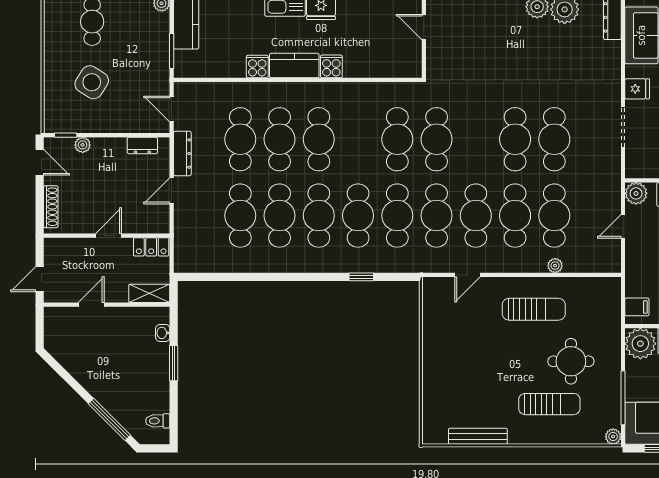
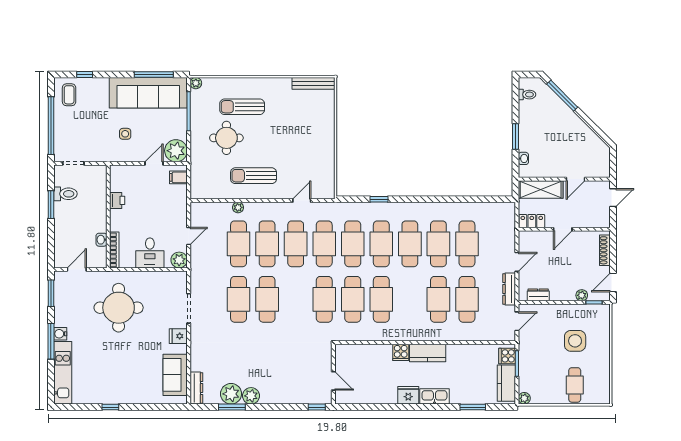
cooker: (257, 66) -> (507, 356), moved, turned 90
side table: (92, 82) -> (575, 341), turned -32
door: (172, 109) -> (517, 321), hinge flipped
cafe table: (319, 139) -> (381, 299), moved
door: (40, 162) -> (613, 283), hinge flipped
shelving: (149, 293) -> (541, 189), width x1.50, depth x1.33
bench: (478, 436) -> (313, 83), moved

